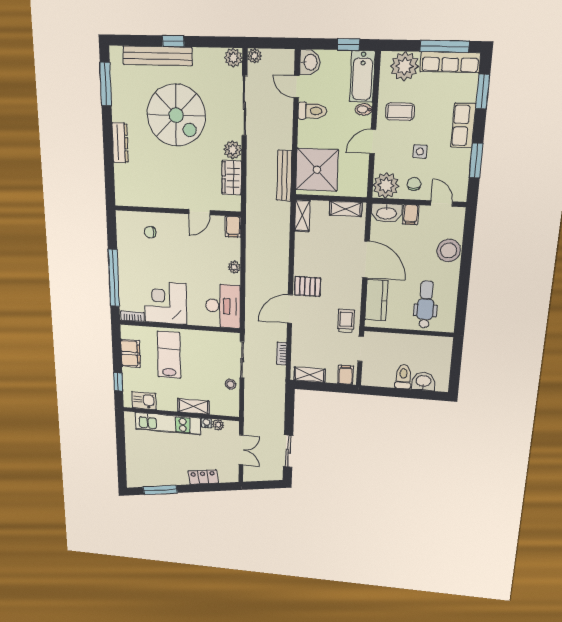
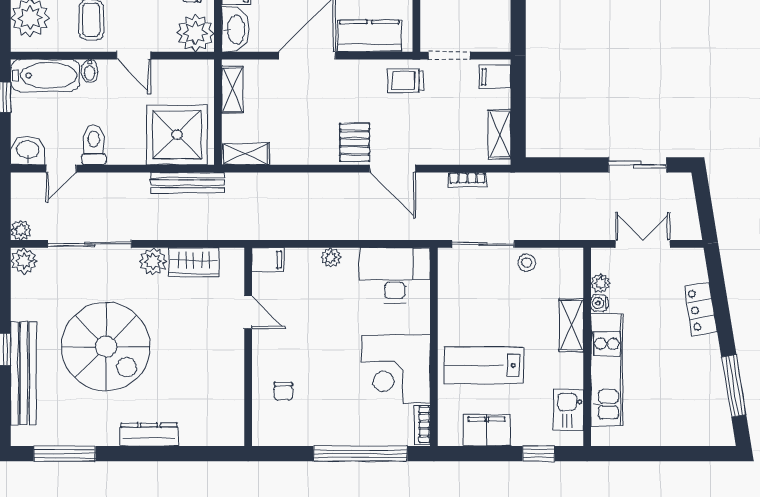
spiral stairs: (176, 115) -> (106, 347), turned 90

